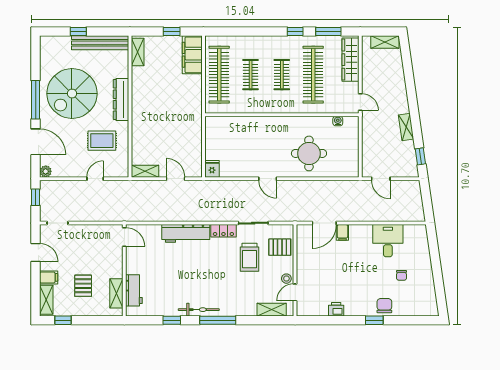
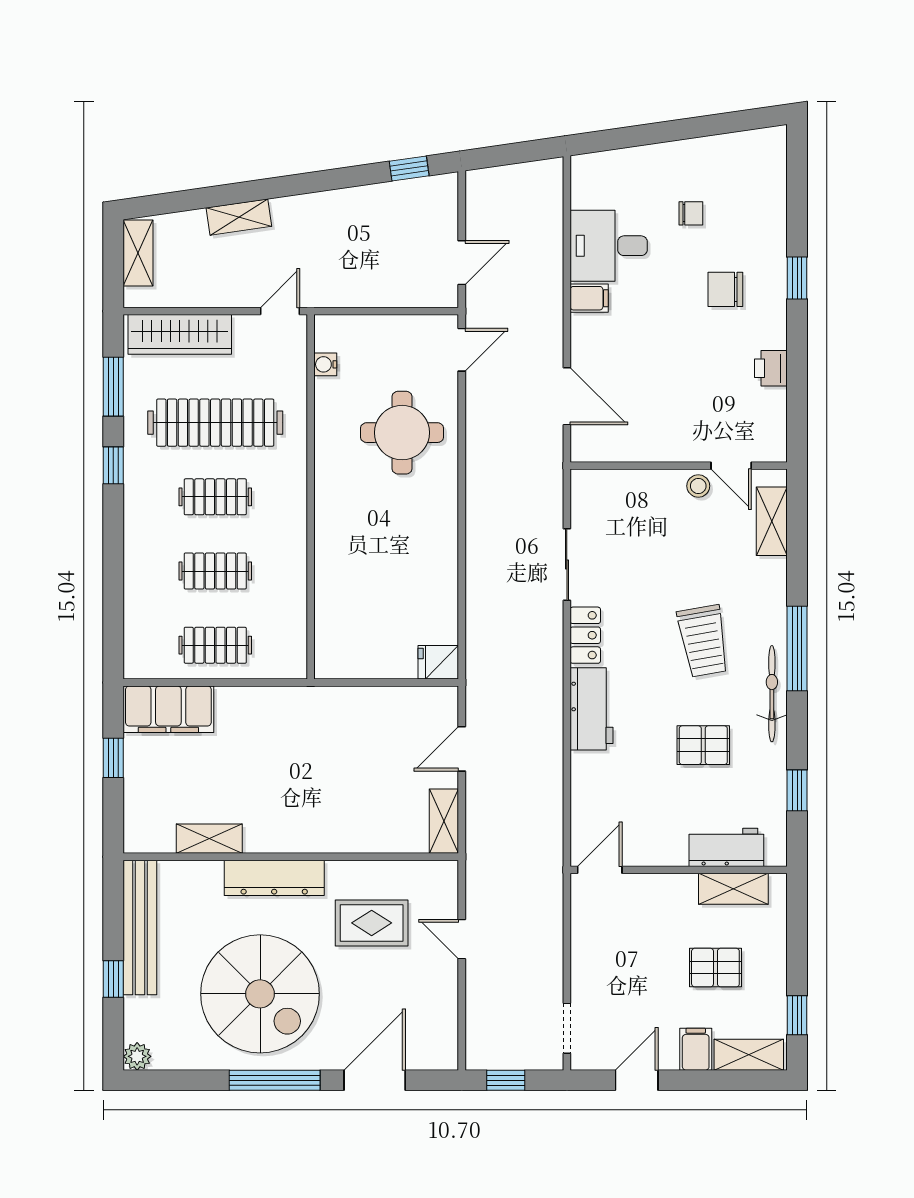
shelving: (138, 52) -> (209, 839), moved
clothes rail: (219, 75) -> (215, 645), width x0.54, depth x0.76
shelving: (406, 127) -> (239, 217), moved
rug: (102, 141) -> (372, 923), turned 90
plant: (46, 171) -> (137, 1056), moved
door: (268, 179) -> (462, 350), moved
filing cabinet: (342, 232) -> (589, 298), moved
workbench: (186, 233) -> (592, 709), width x0.73
pallet: (280, 247) -> (703, 745), moved, turned 90
trolley: (249, 257) -> (703, 641), moved, turned 80
chair: (384, 306) -> (725, 289), moved
window: (172, 320) -> (797, 790), moved

